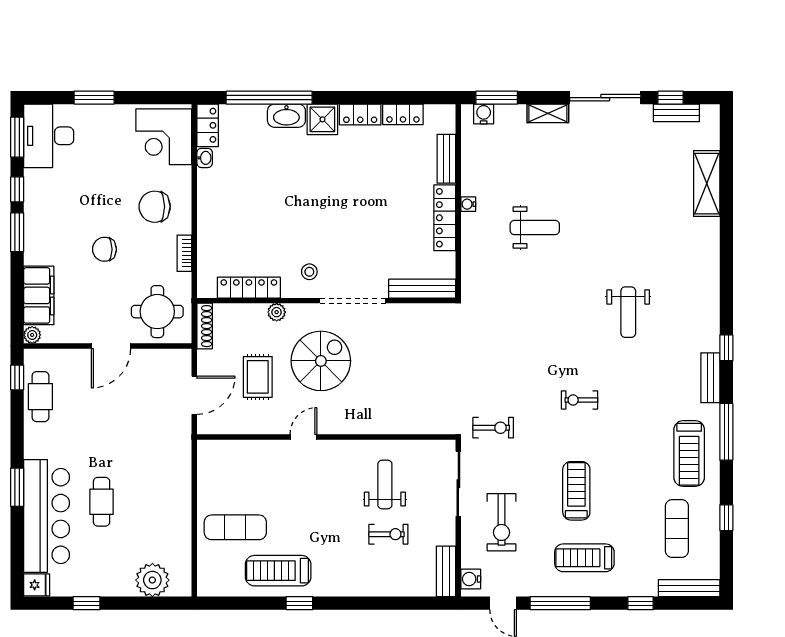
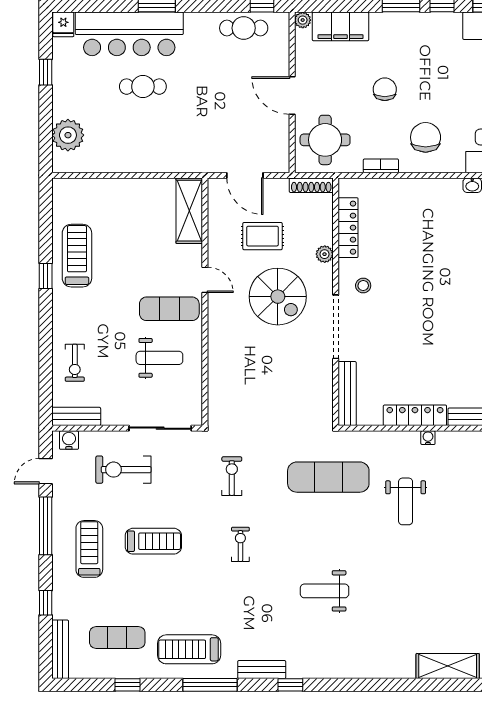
exercise mat: (509, 308) -> (328, 477), added
exercise bike: (493, 428) -> (232, 476), moved, turned 180
shelving: (231, 453) -> (189, 211), added
exercise mat: (235, 527) -> (169, 309), moved, turned 90
exercise bike: (388, 534) -> (75, 363), moved

